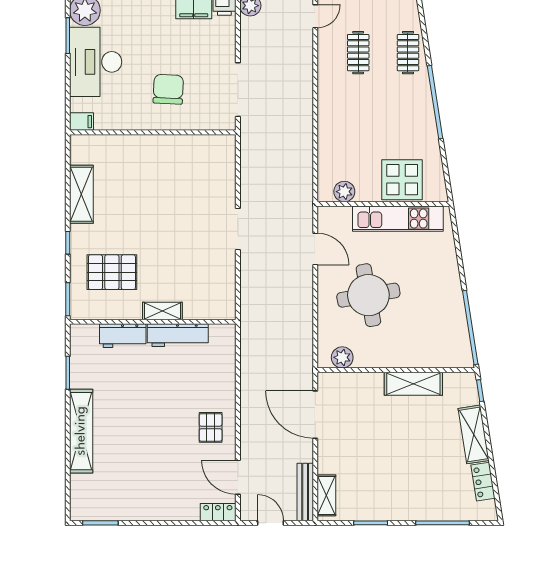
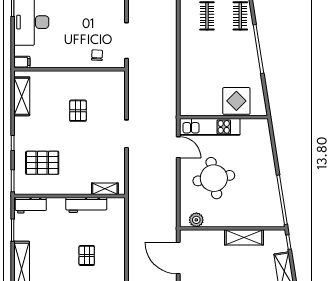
chair: (168, 89) -> (97, 55), moved, width x0.54, depth x0.54
plant: (344, 192) -> (198, 109), removed
shelving: (81, 194) -> (22, 96), moved
pallet: (165, 194) -> (78, 111), added
kitchen unit: (398, 219) -> (210, 127), moved
shelving: (162, 311) -> (105, 189), moved
workbench: (123, 336) -> (31, 205), moved
pallet: (211, 427) -> (87, 255), moved

